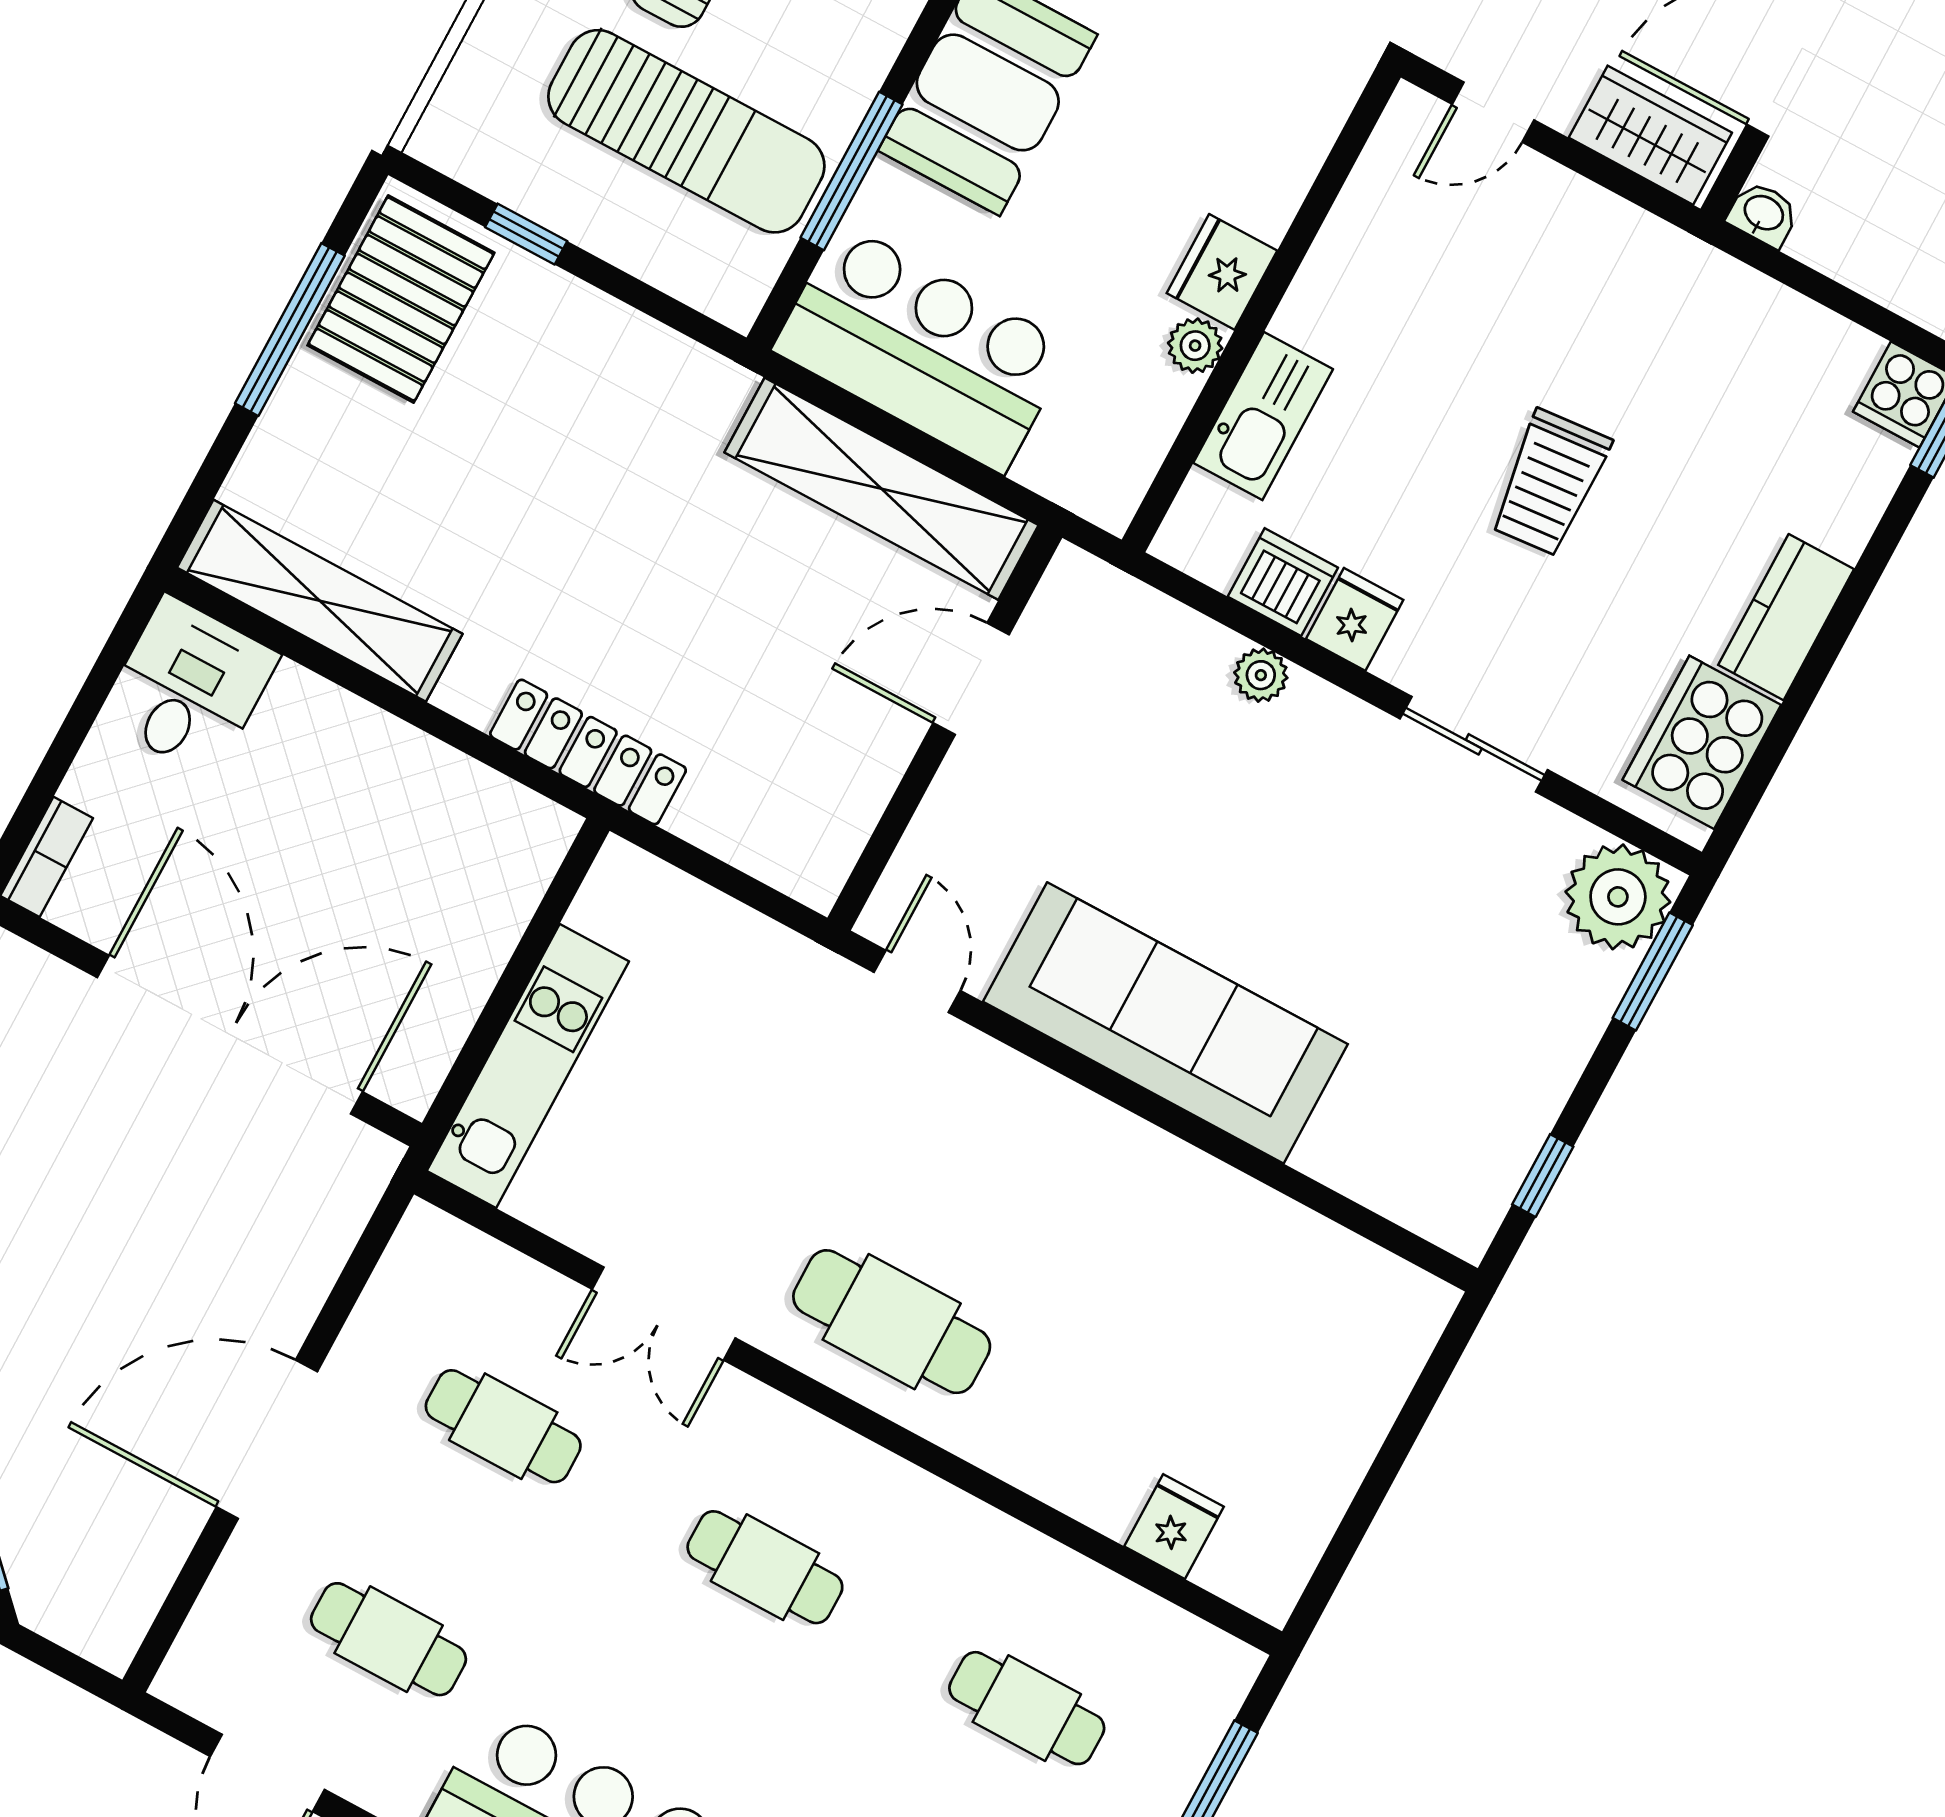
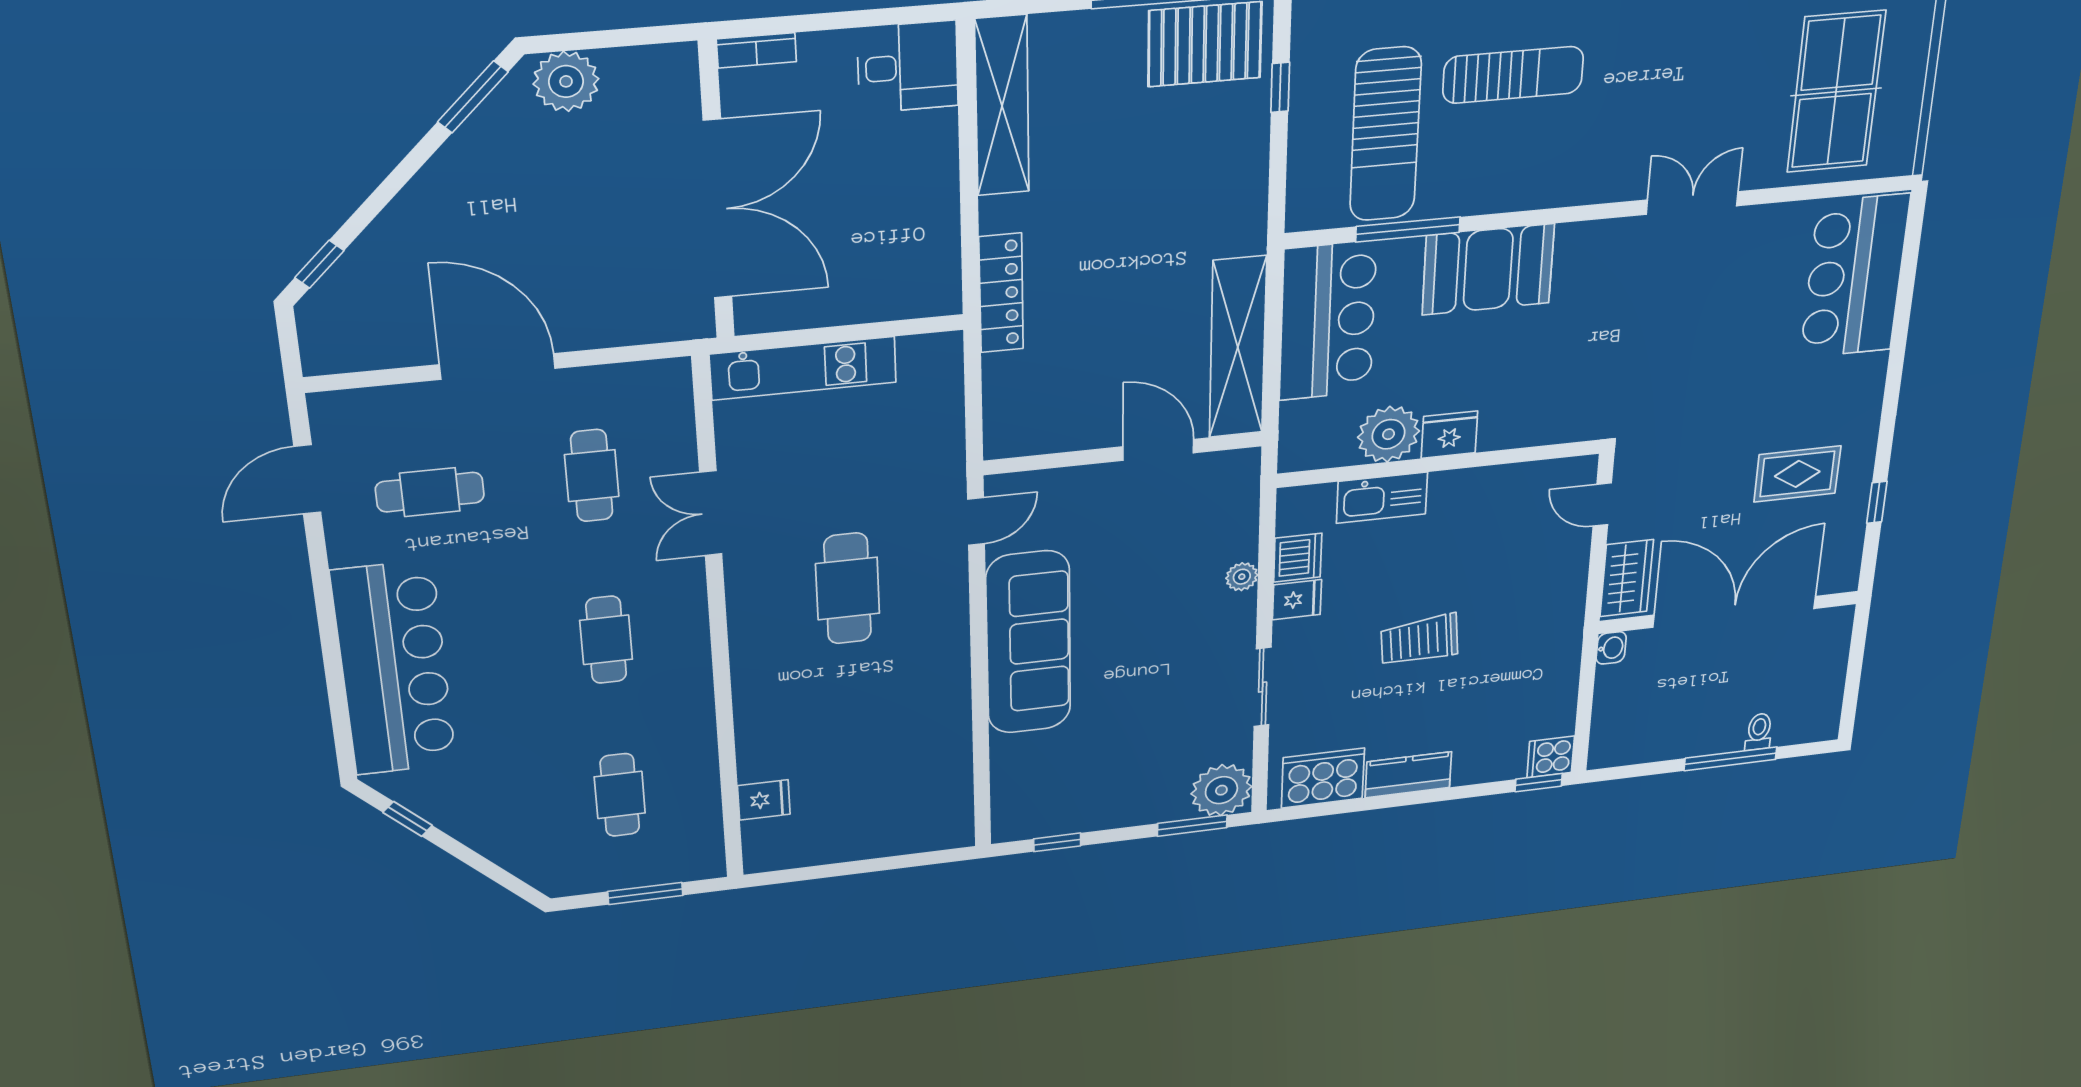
plant: (1195, 346) -> (1389, 434), width x1.88, depth x1.88
cafe table: (892, 1322) -> (848, 589), moved
cafe table: (389, 1639) -> (430, 492), turned 90

